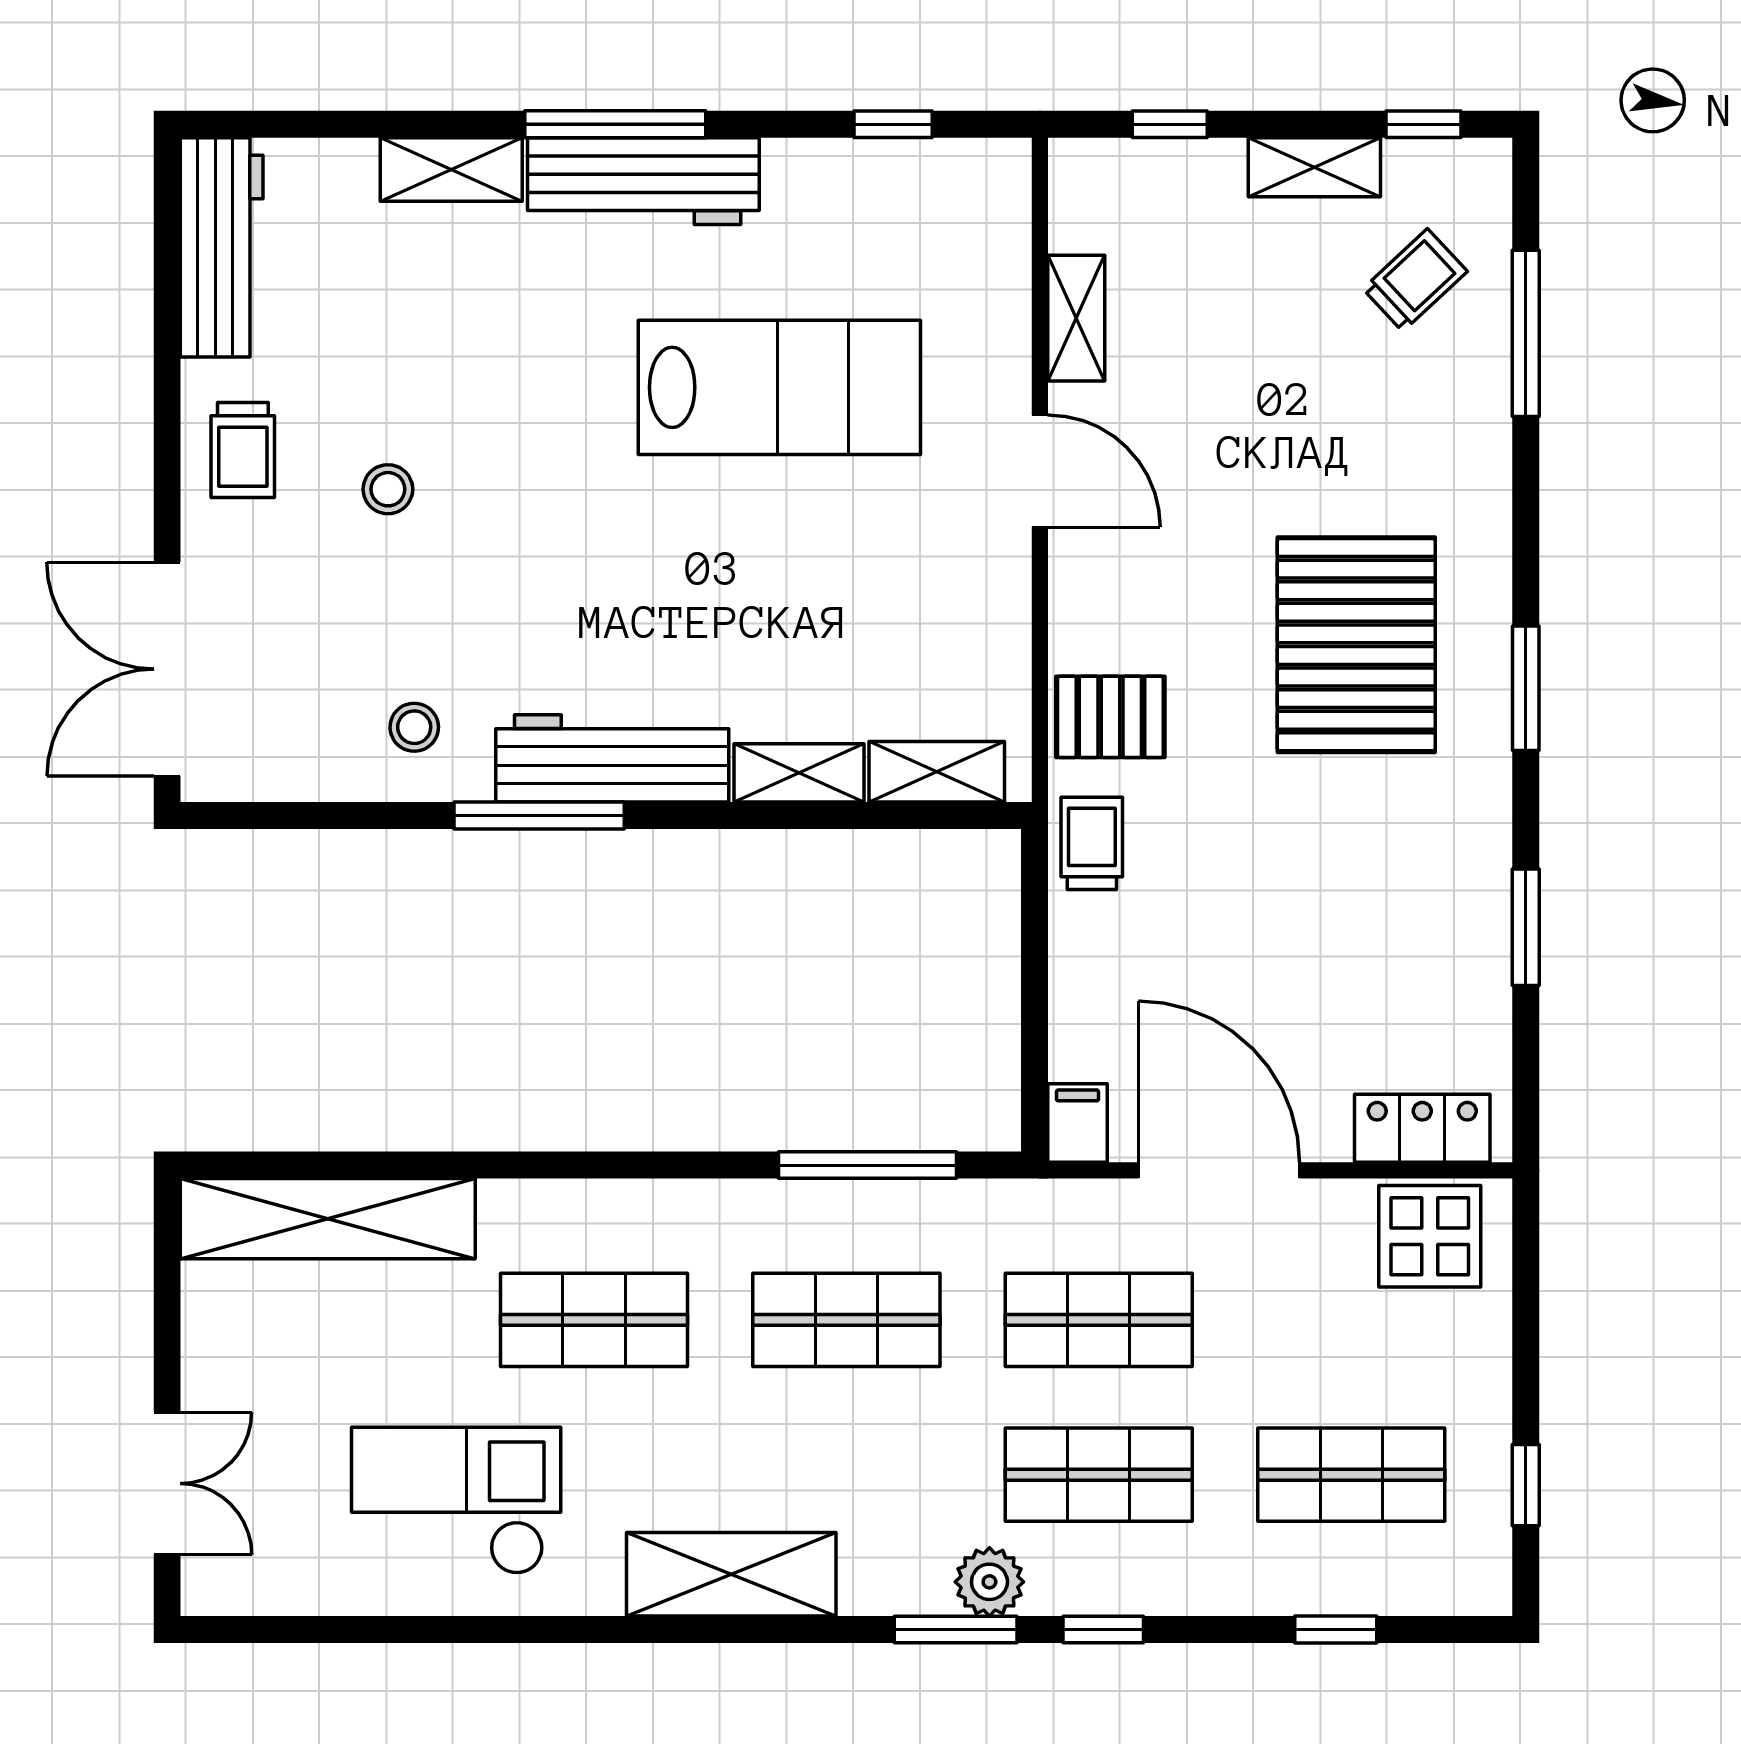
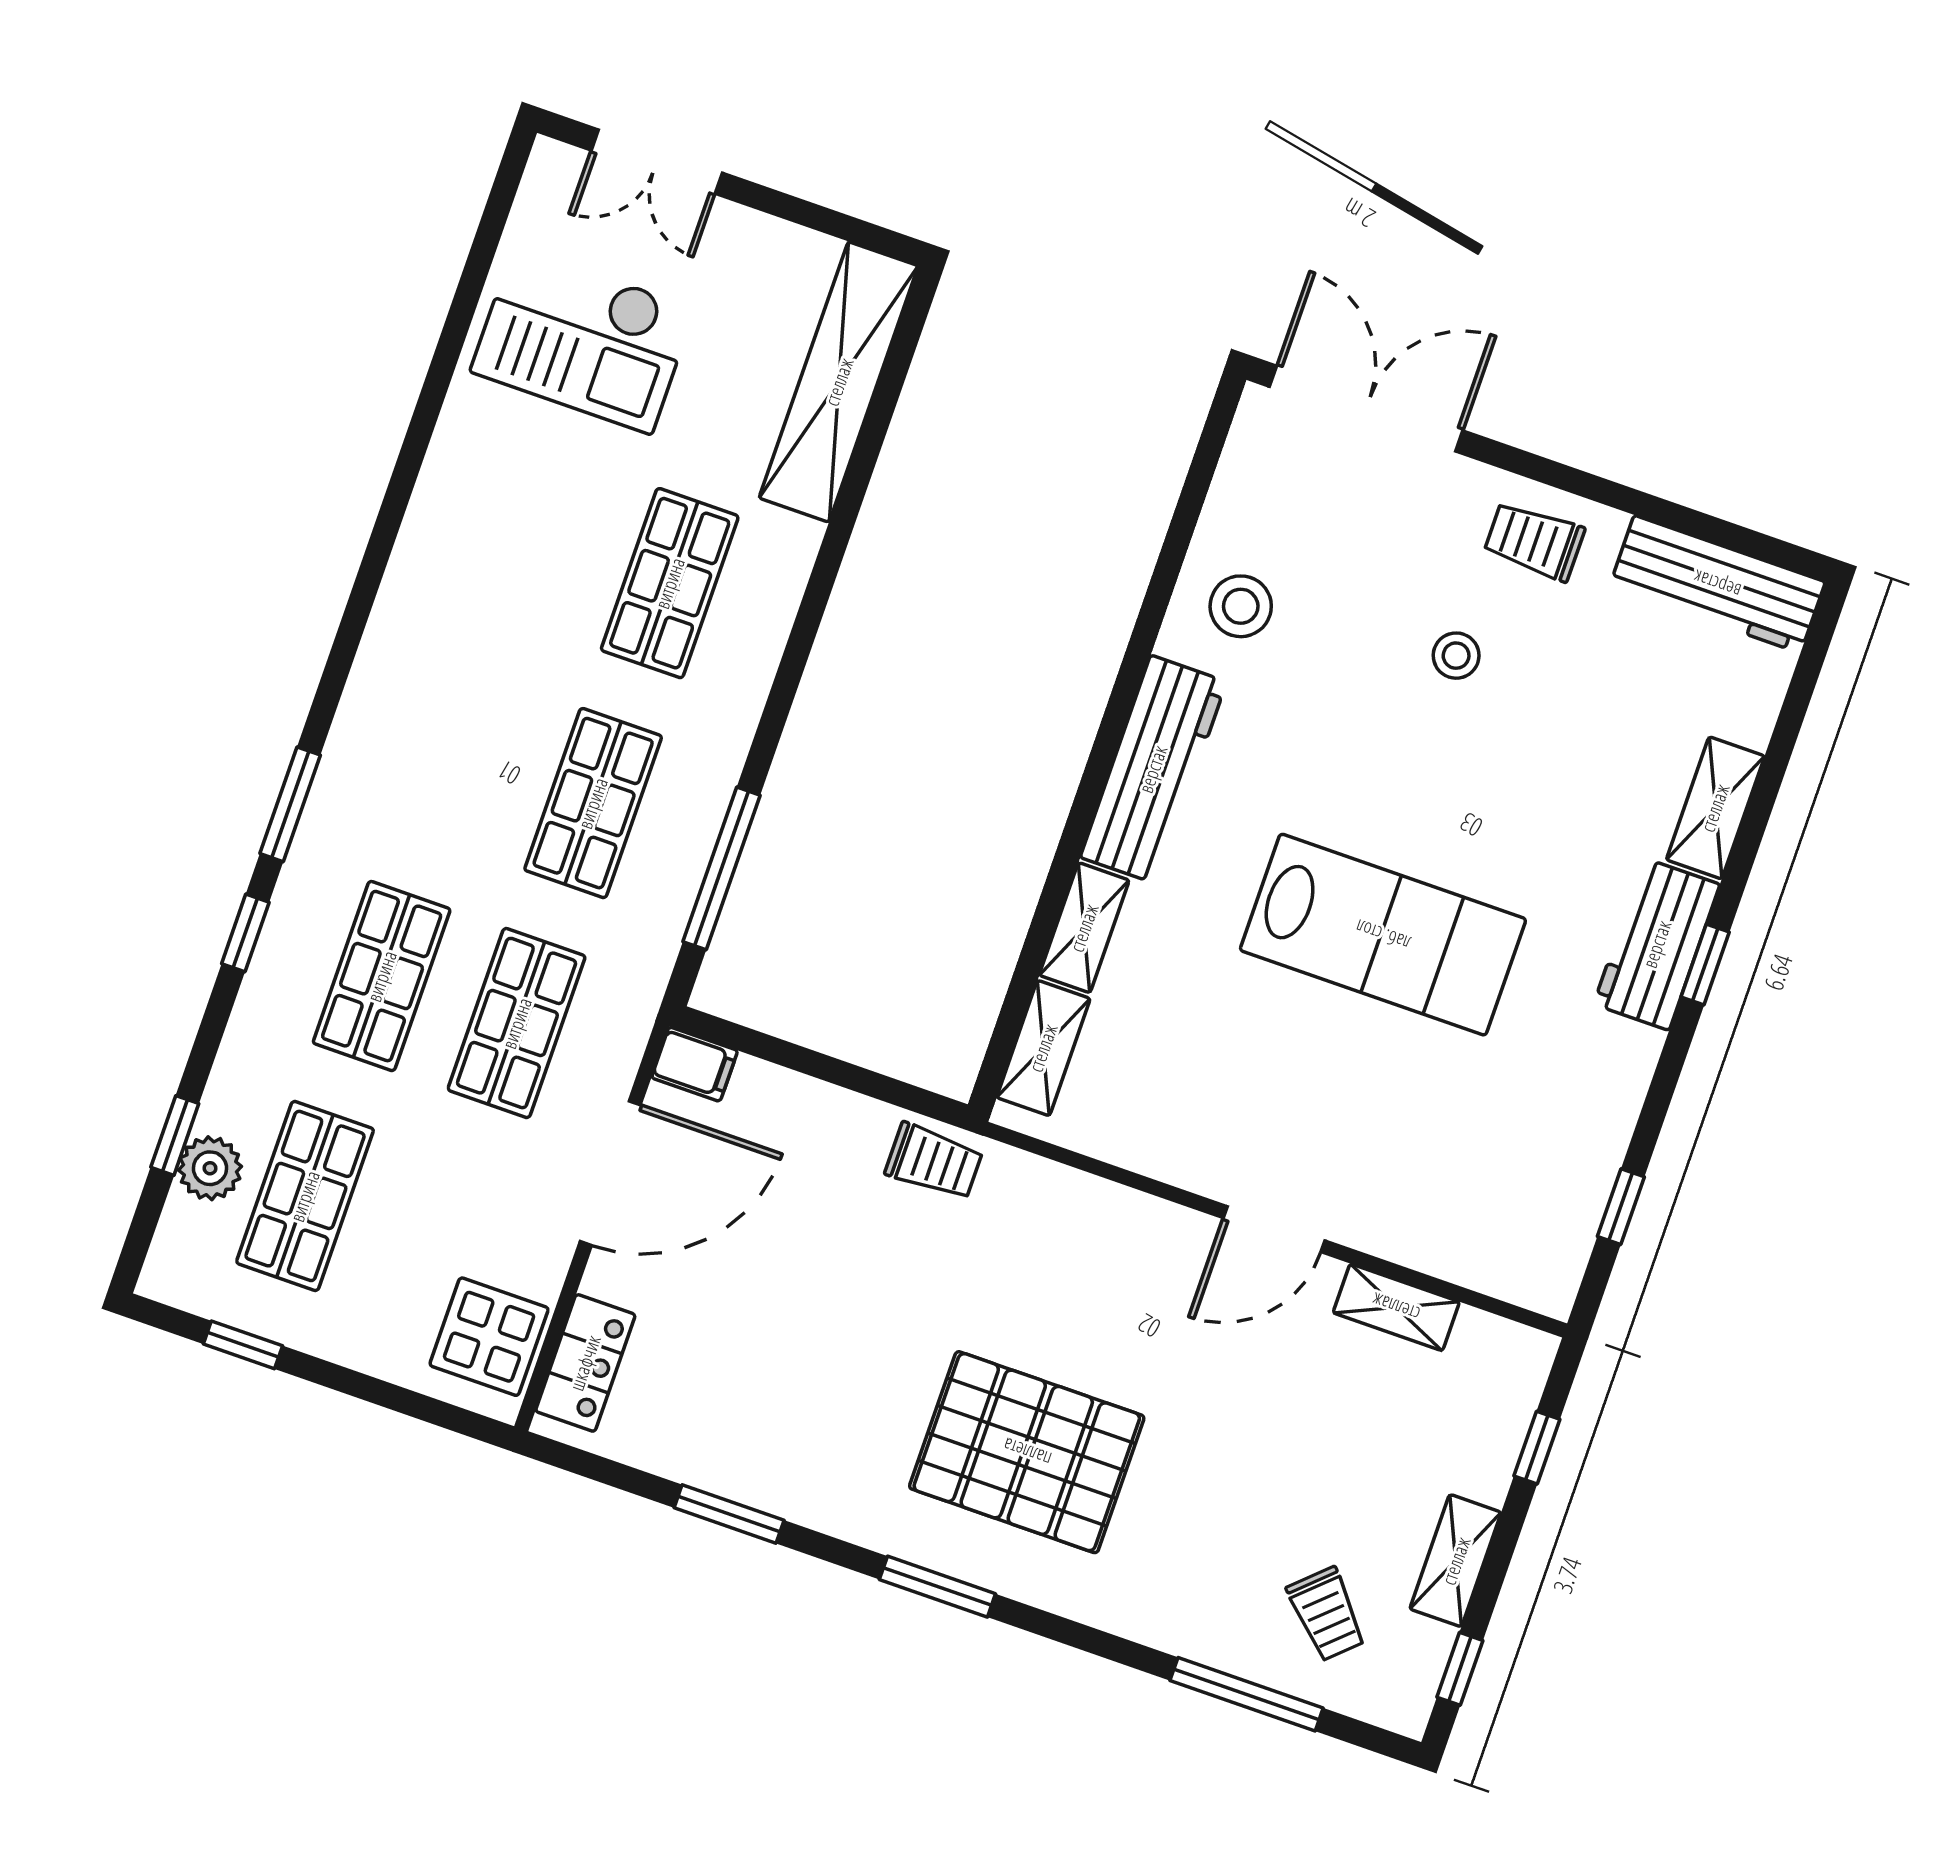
window: (615, 124) -> (1705, 964), width x0.46
workbench: (643, 181) -> (1657, 944), width x0.73
lab bench: (779, 387) -> (1383, 935), moved, turned -90
pallet: (1110, 717) -> (1038, 1216), removed
stool: (414, 727) -> (1241, 606), width x1.37, depth x1.37
window: (539, 815) -> (1126, 688), removed
checkout: (456, 1501) -> (583, 340), moved, turned 90
shelving: (731, 1574) -> (406, 626), removed
plant: (989, 1582) -> (210, 1168), moved

